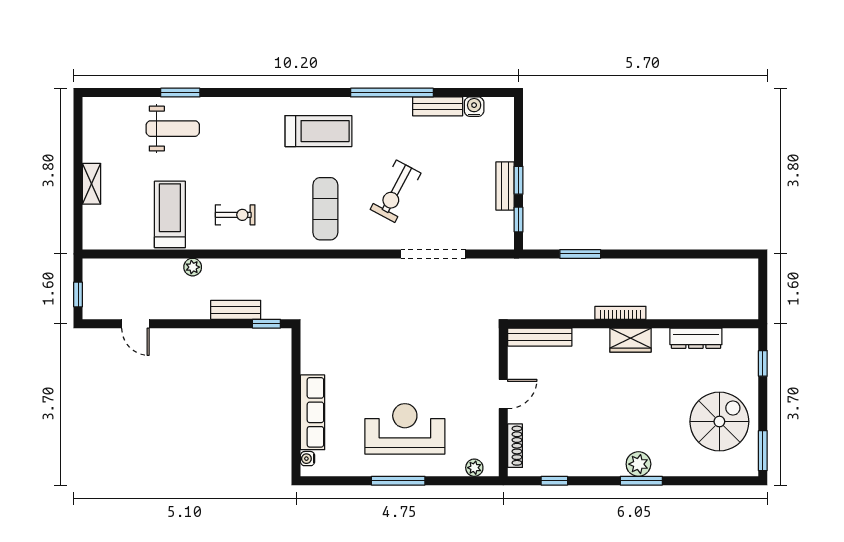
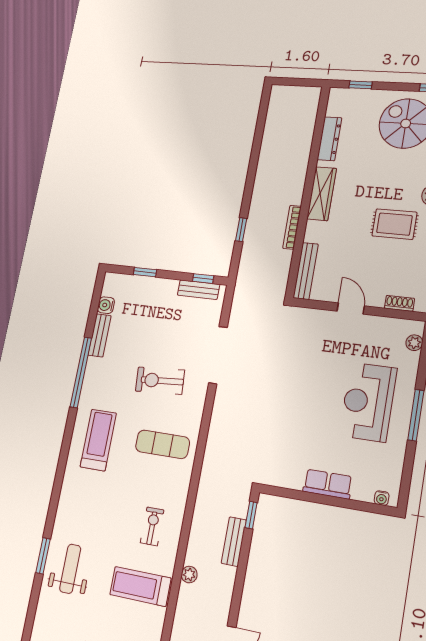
window: (519, 180) -> (145, 272), moved
bench: (505, 186) -> (199, 290), moved
exercise bike: (396, 191) -> (160, 381), turned 148
window: (580, 254) -> (241, 230), width x0.67
bookcase: (620, 313) -> (292, 227), moved
wardrobe: (630, 340) -> (322, 194), width x1.50
row of seats: (313, 412) -> (328, 484), width x0.68
rug: (602, 427) -> (394, 224), added
shoe rack: (515, 446) -> (399, 303), width x0.70

